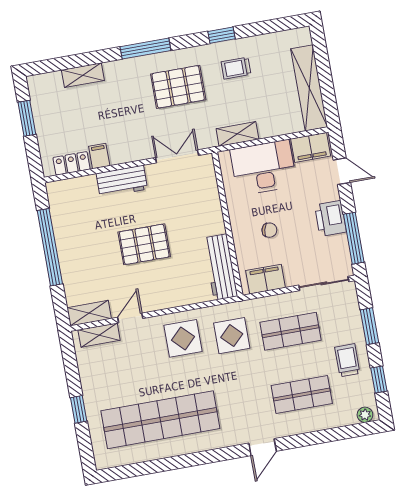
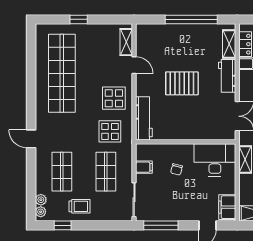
desk: (263, 168) -> (215, 160), moved, turned -90
printer: (330, 218) -> (177, 212), removed
pallet: (144, 244) -> (182, 83), turned 90
workbench: (220, 267) -> (144, 118), moved, turned 90
filing cabinet: (266, 279) -> (144, 167), width x0.50
shelving: (89, 313) -> (229, 44), moved
window: (369, 326) -> (100, 225), removed
plant: (348, 417) -> (41, 200), added

